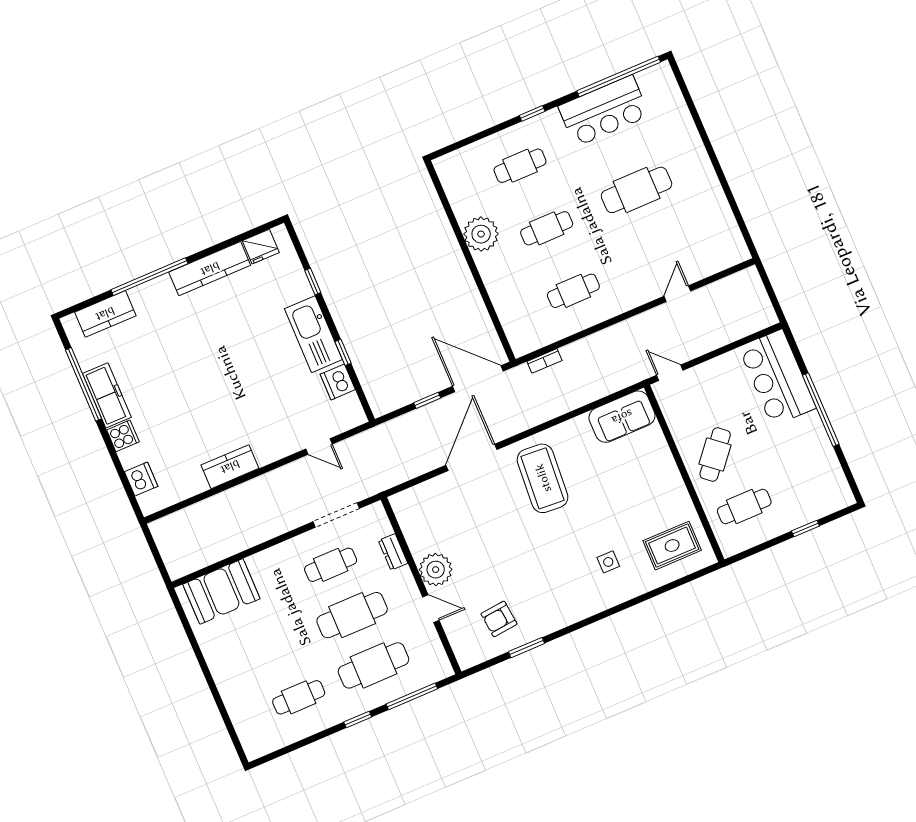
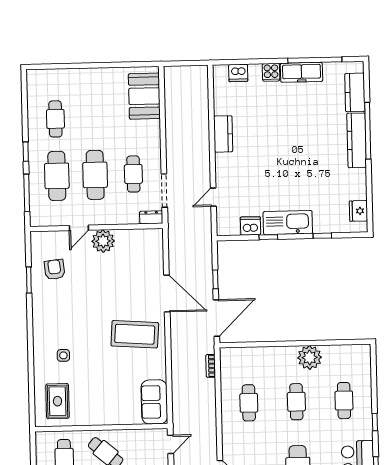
kitchen counter: (210, 269) -> (357, 140), moved
dresser: (393, 552) -> (151, 217), moved

